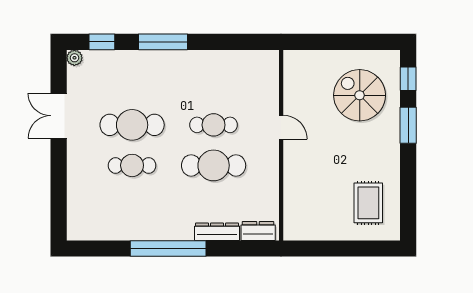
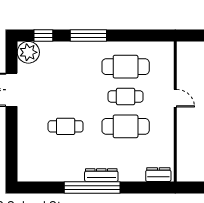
plant: (74, 58) -> (28, 52), width x1.87, depth x1.87
cafe table: (132, 125) -> (126, 67), moved
dresser: (217, 232) -> (101, 175), moved

